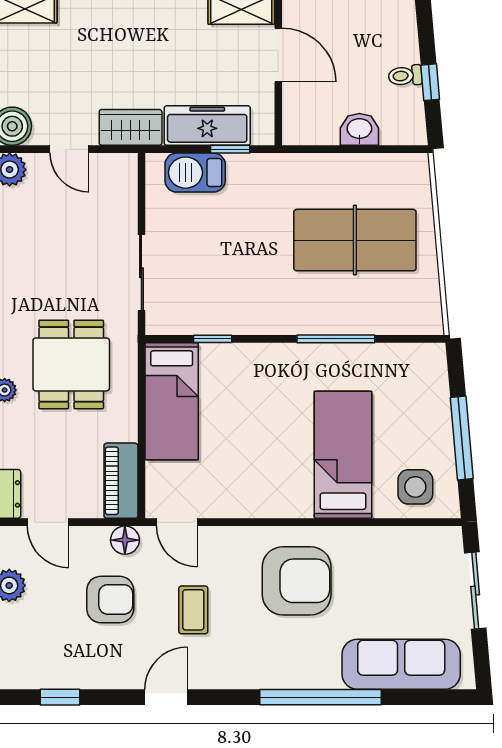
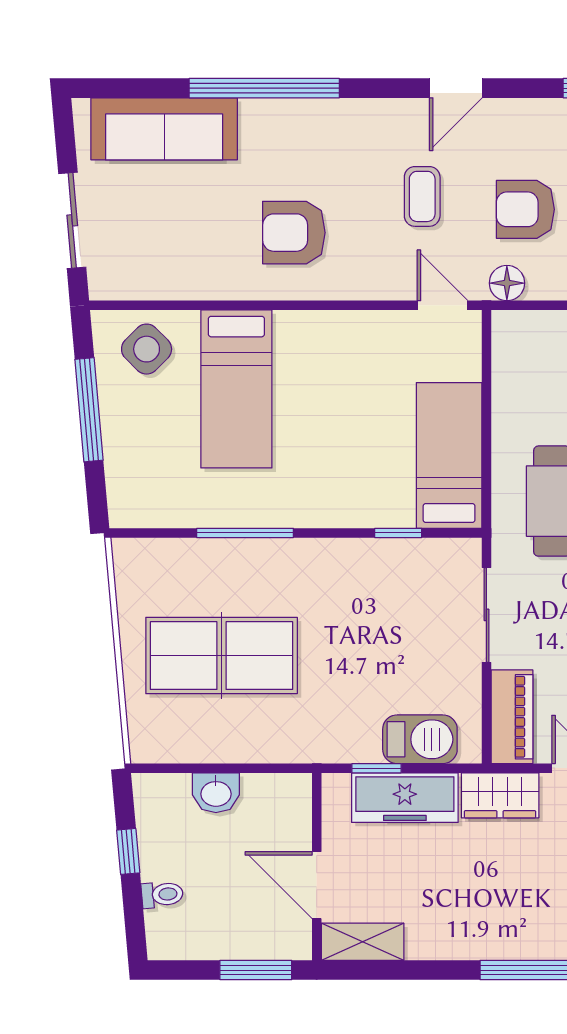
toilet: (405, 76) -> (162, 894), moved
piano: (121, 481) -> (512, 717), moved
side table: (415, 487) -> (147, 349), turned 45
armchair: (297, 581) -> (294, 233), width x0.73, depth x0.73

